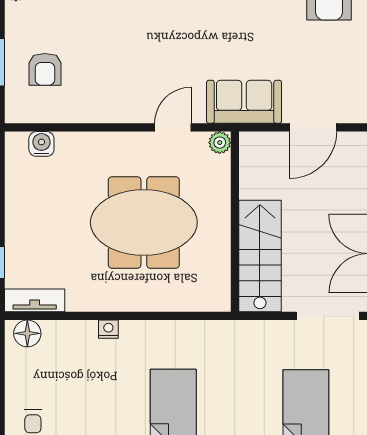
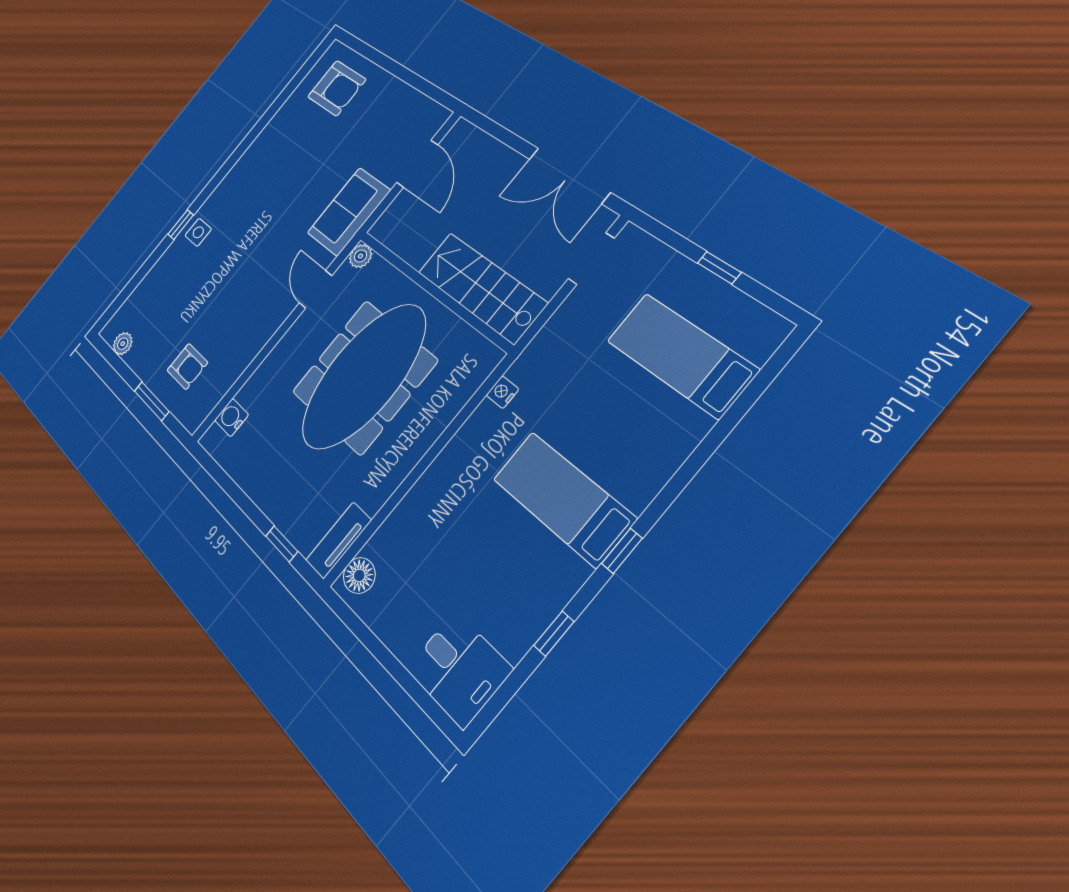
meeting table: (144, 222) -> (364, 376), width x1.36
doorway: (328, 316) -> (591, 259), width x0.73
nightstand: (108, 329) -> (502, 392), moved

